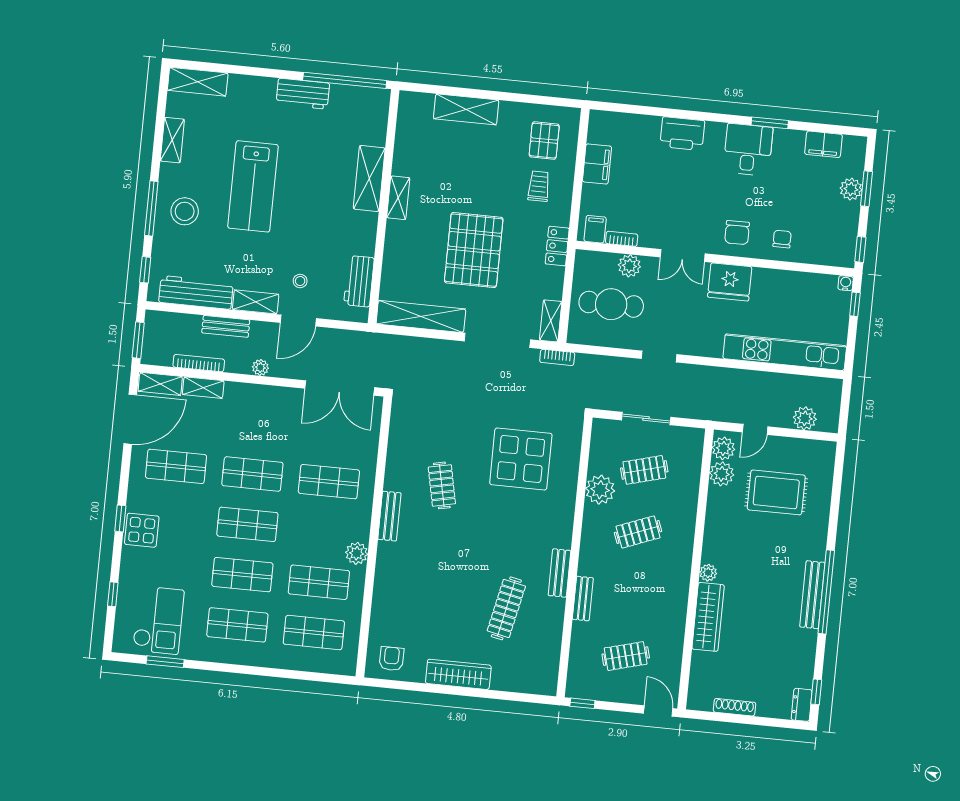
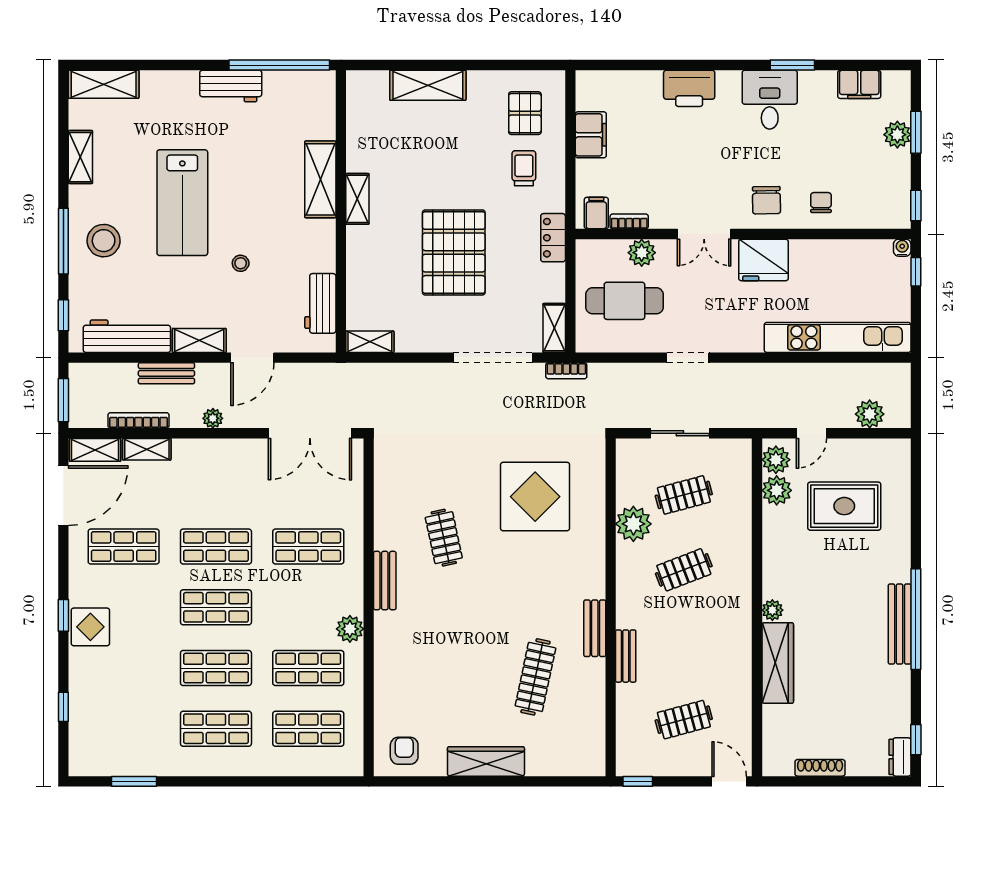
stool: (300, 281) -> (241, 263), moved
shelving: (421, 316) -> (370, 342), width x0.45, depth x0.75
checkout: (158, 620) -> (121, 733), removed

